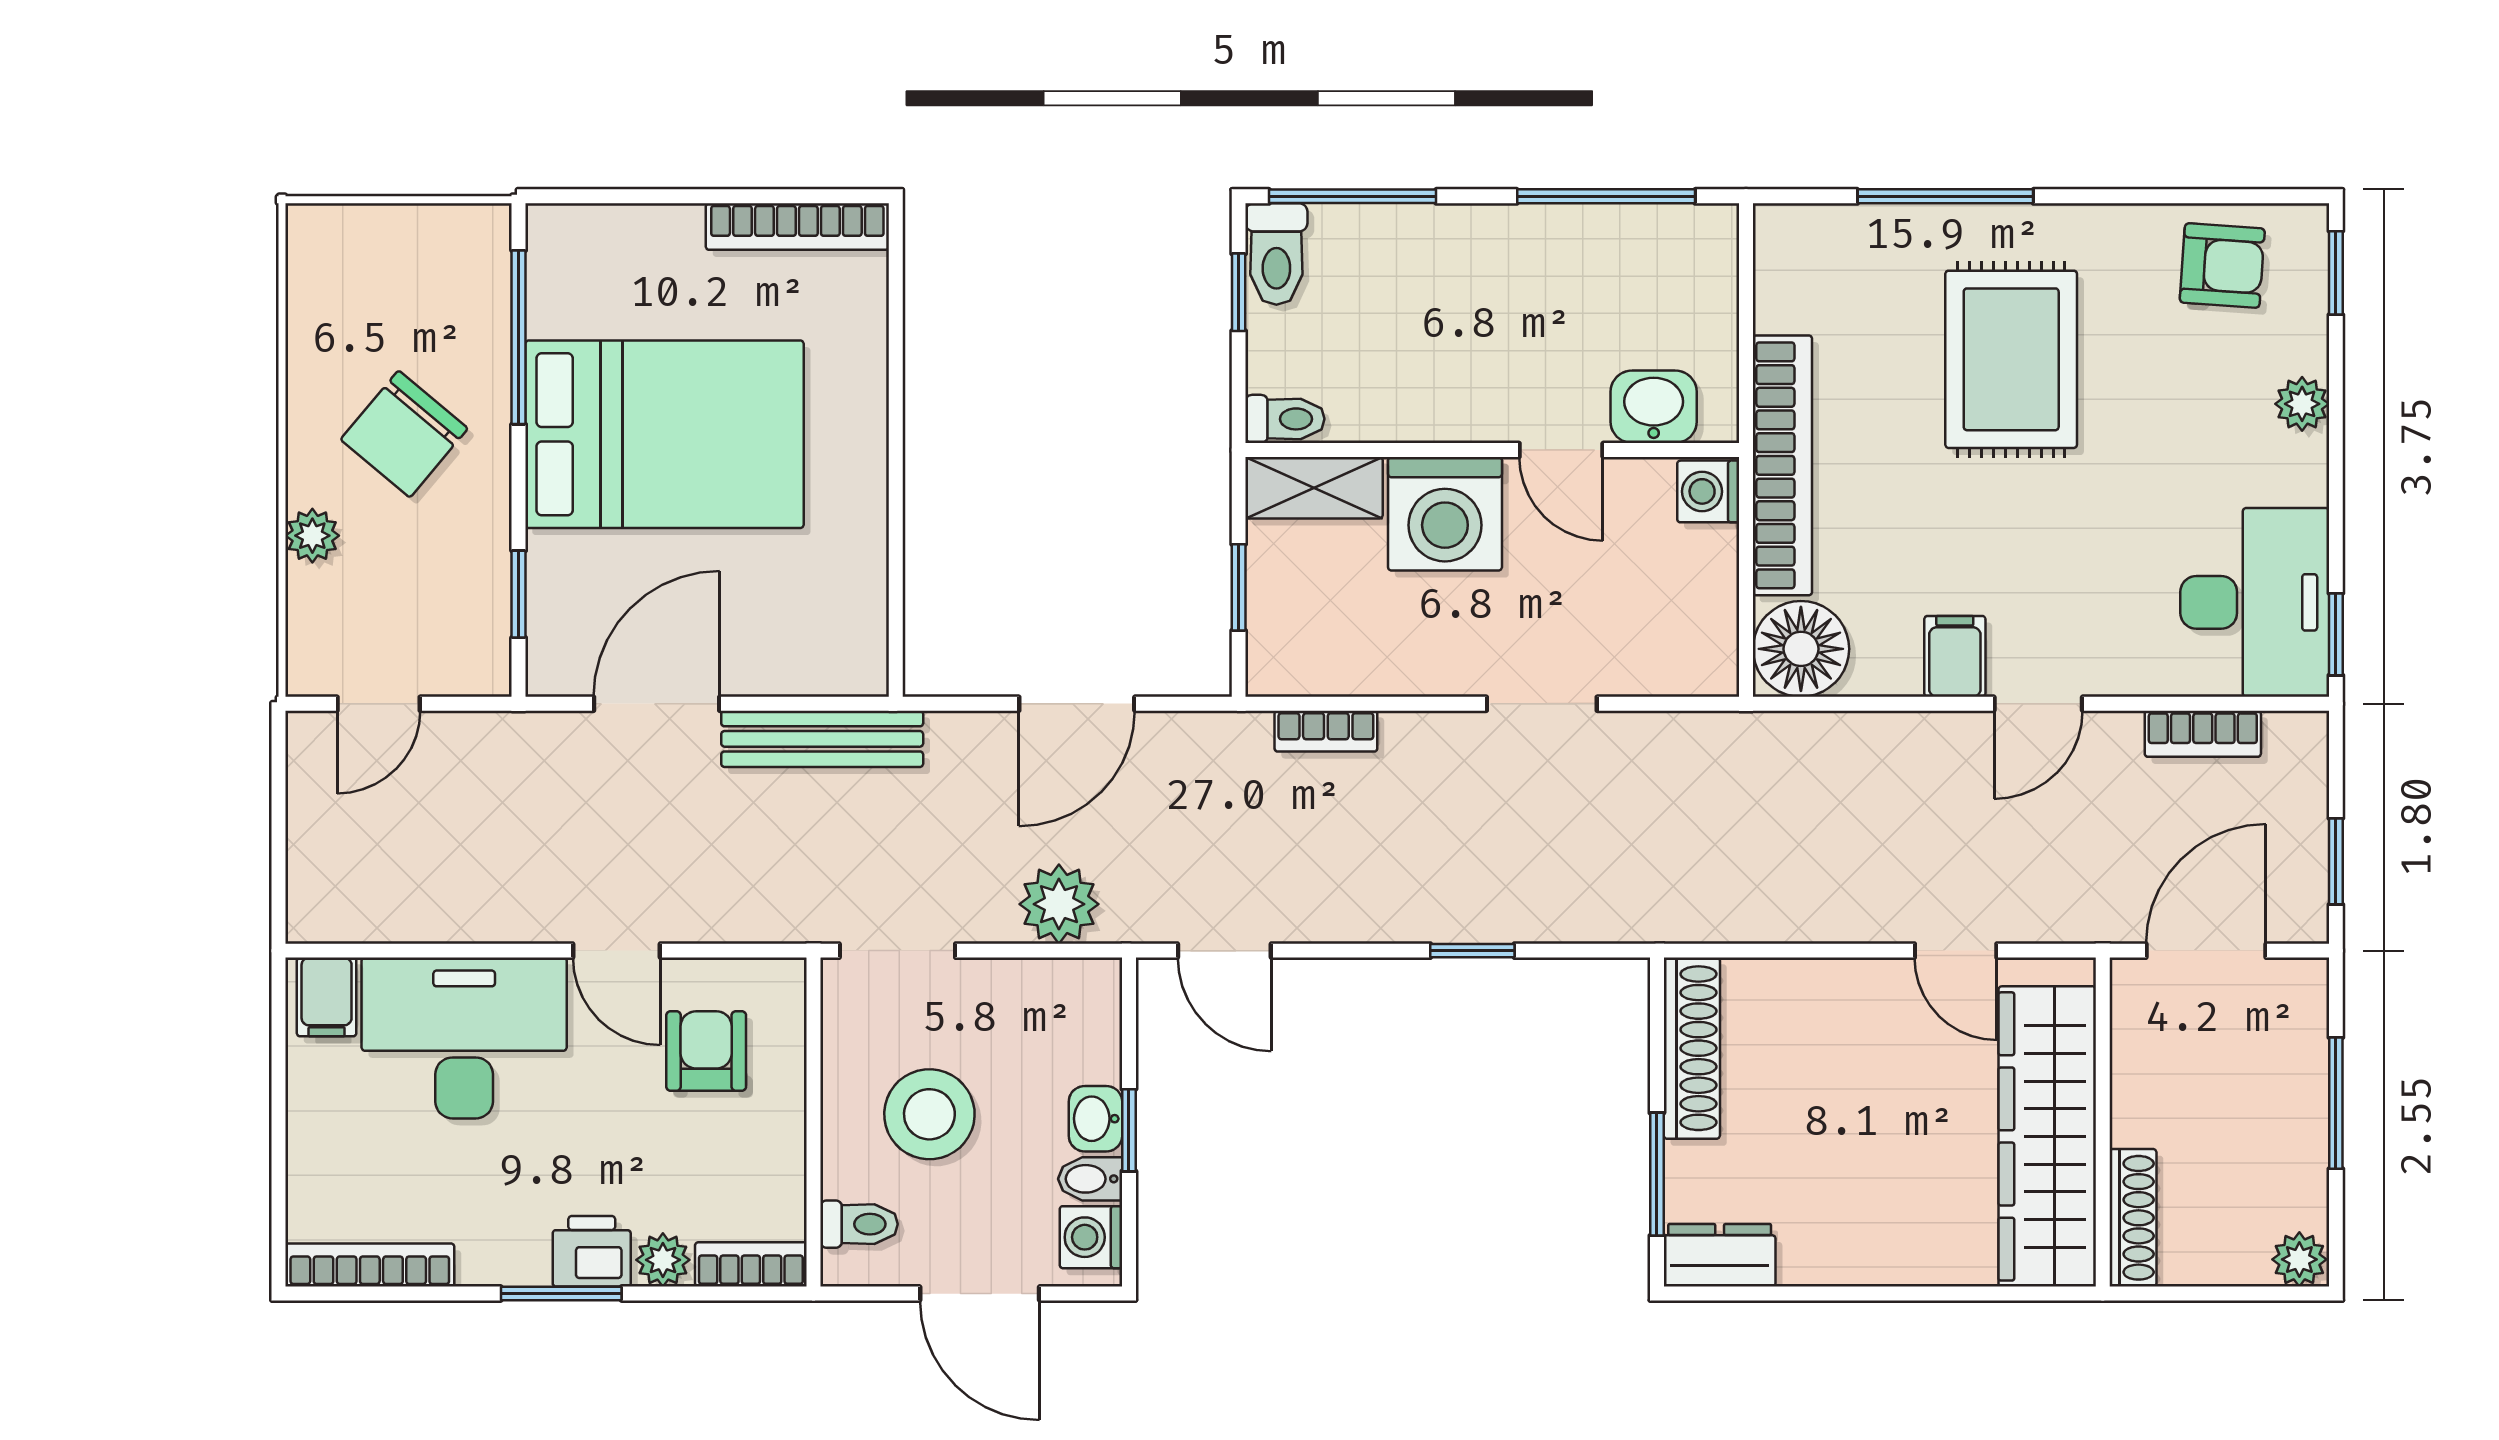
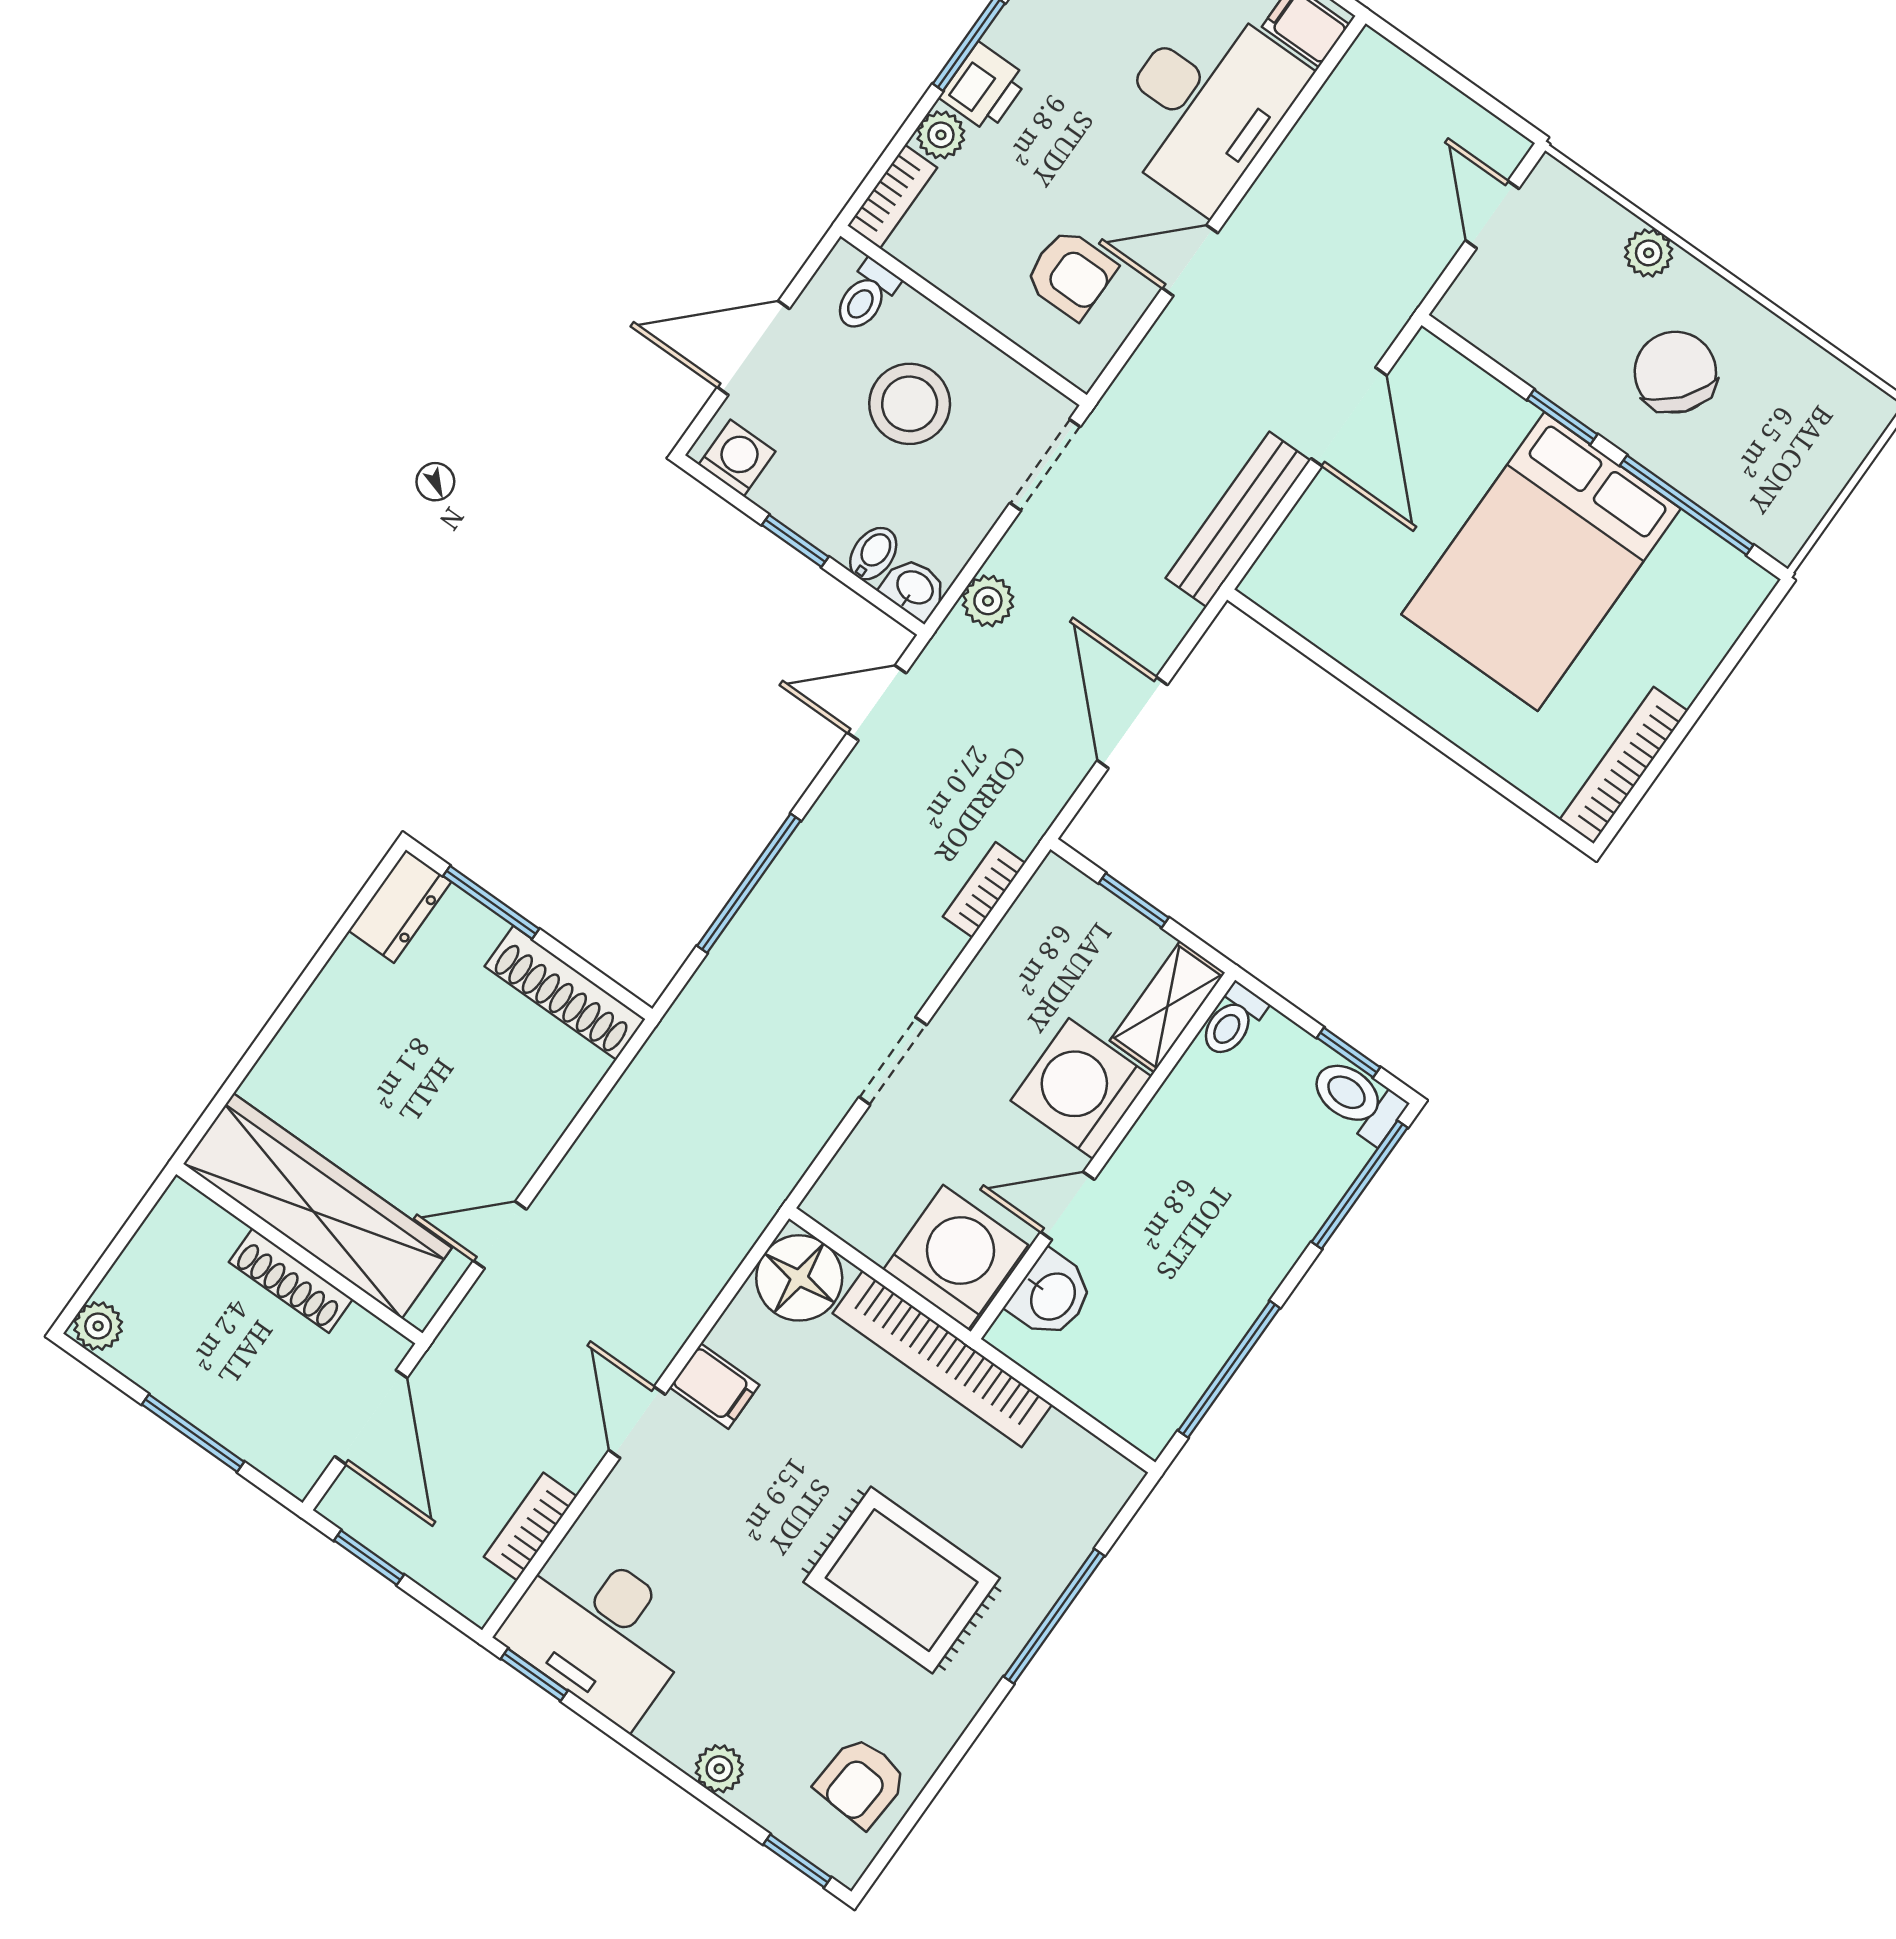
washing machine: (1708, 491) -> (956, 1257), width x1.89, depth x1.89
window: (519, 594) -> (1562, 417), moved
plant: (1059, 904) -> (988, 601), width x0.73, depth x0.73
window: (1472, 951) -> (749, 883), width x2.17
washbasin: (1095, 1119) -> (914, 589), moved
bidet: (1090, 1179) -> (873, 554), moved
shoe rack: (2133, 1218) -> (291, 1281), moved

